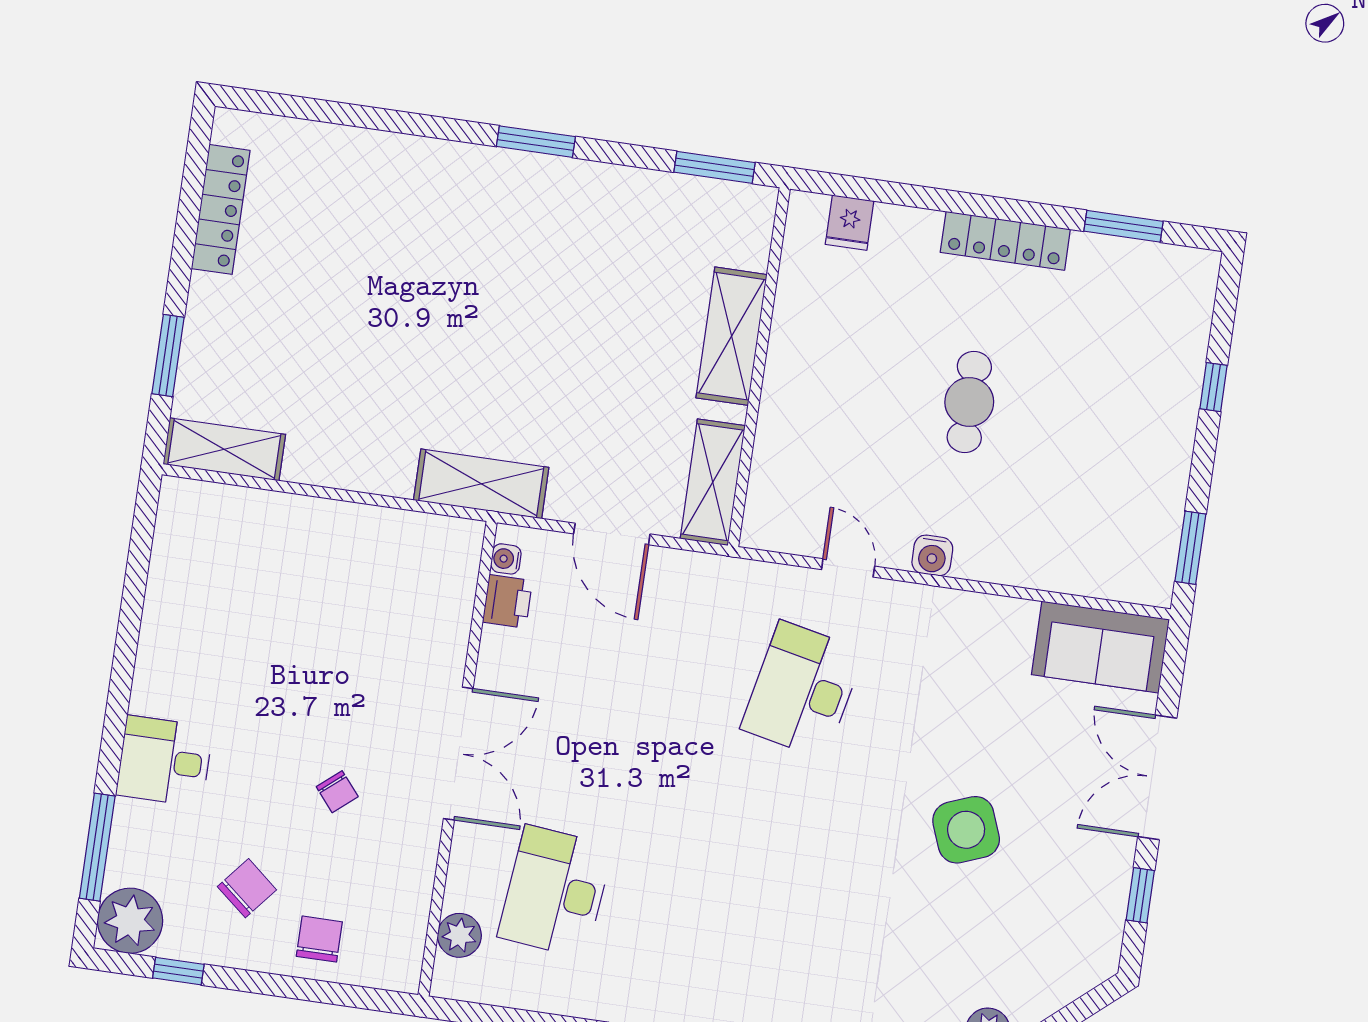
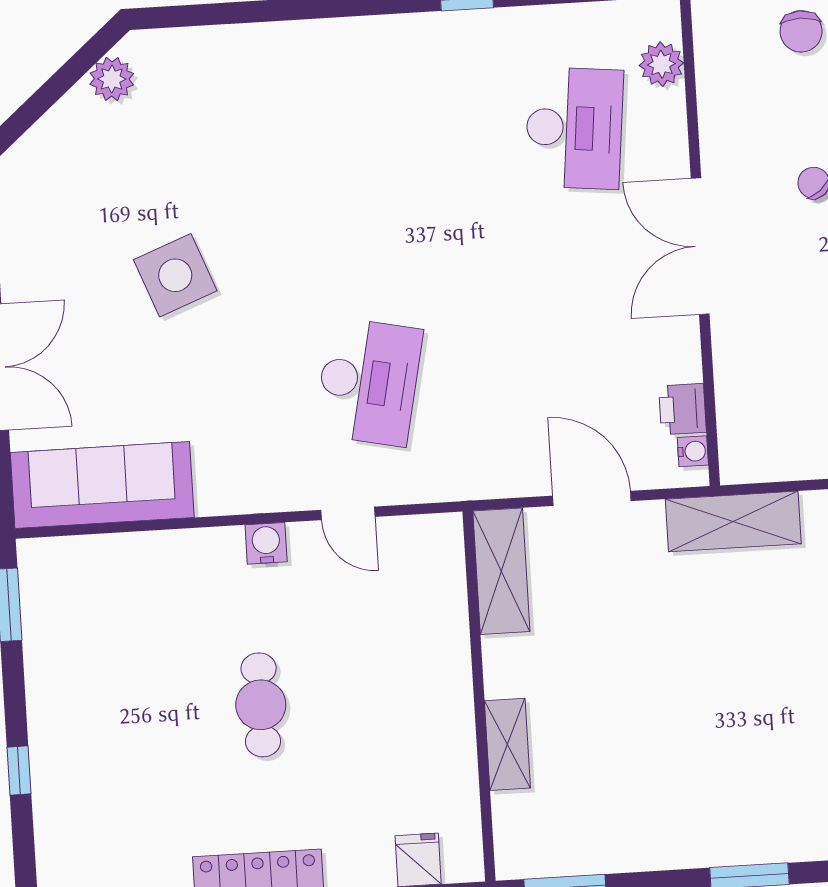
shelving: (732, 336) -> (507, 744), width x0.67, depth x0.75
sofa: (1100, 647) -> (102, 485), width x1.36

